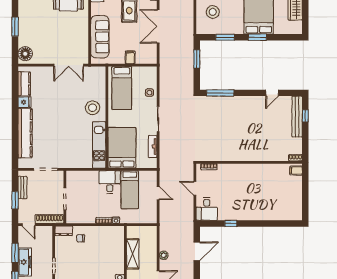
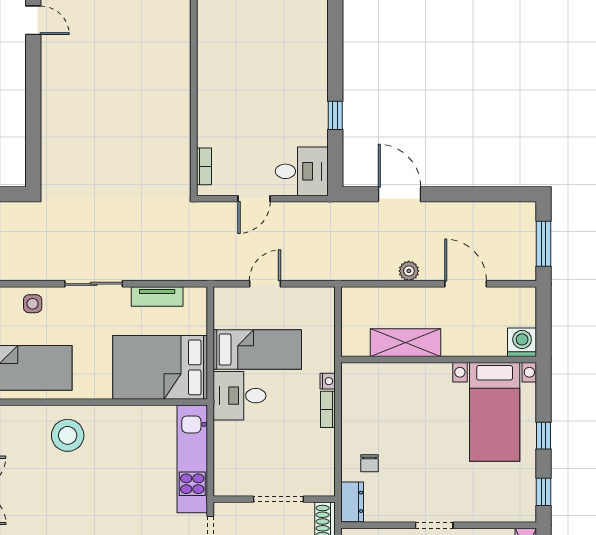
window: (220, 93) -> (33, 140), removed
kitchen unit: (99, 145) -> (192, 459), moved, turned 90

